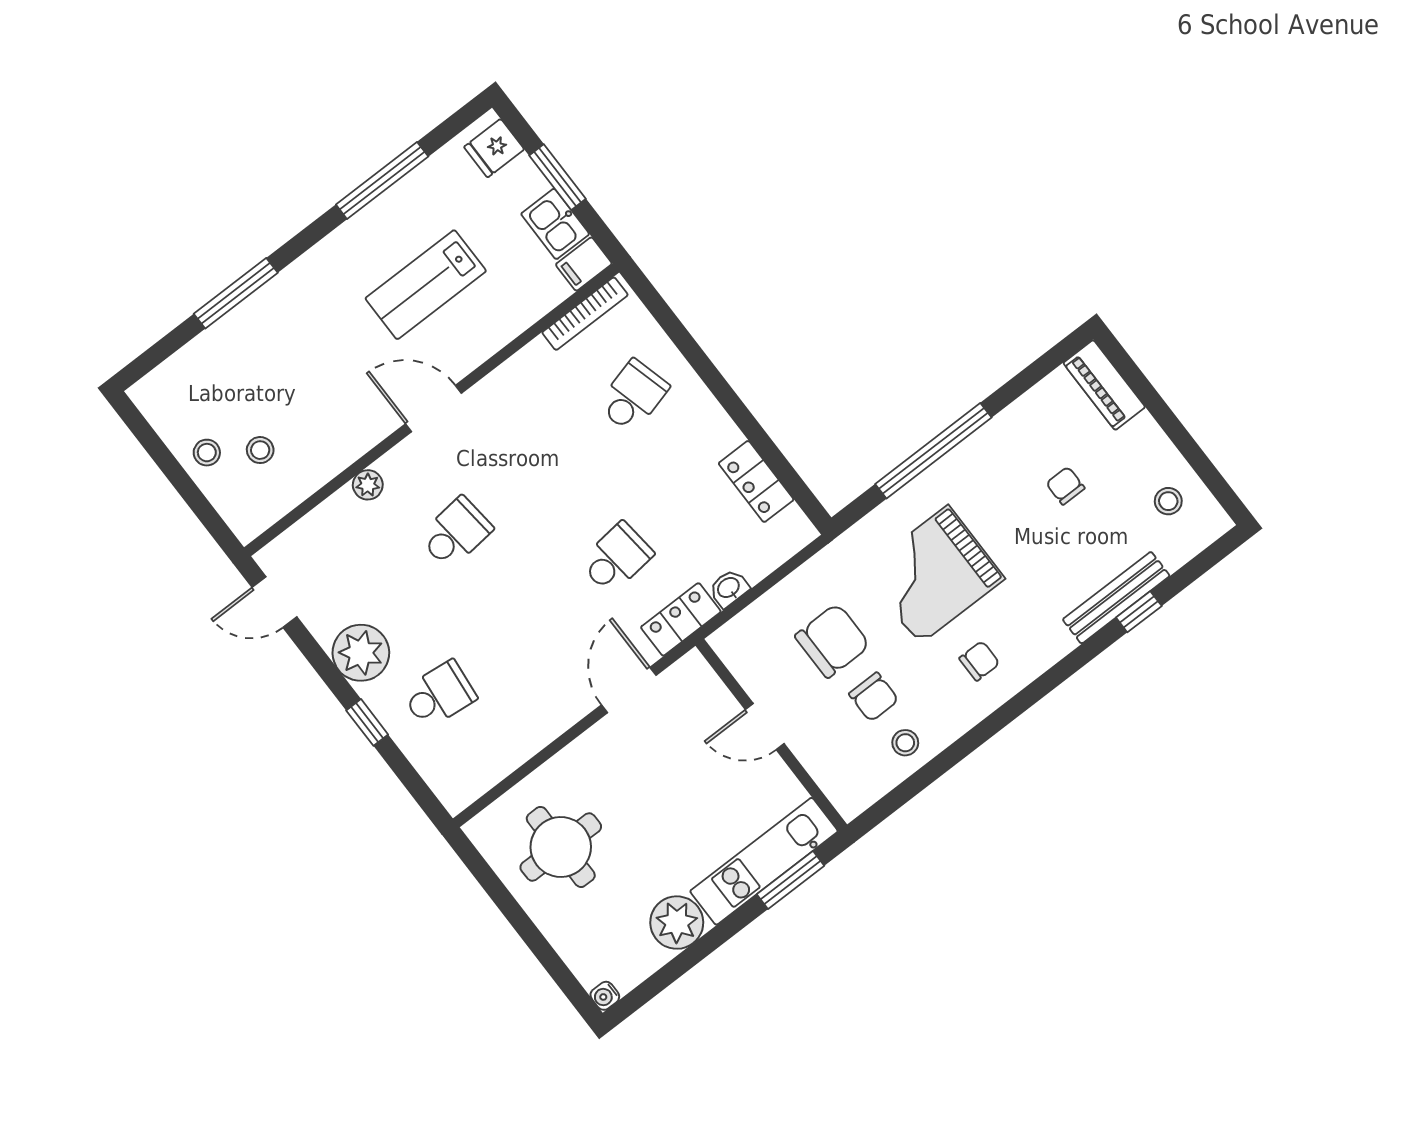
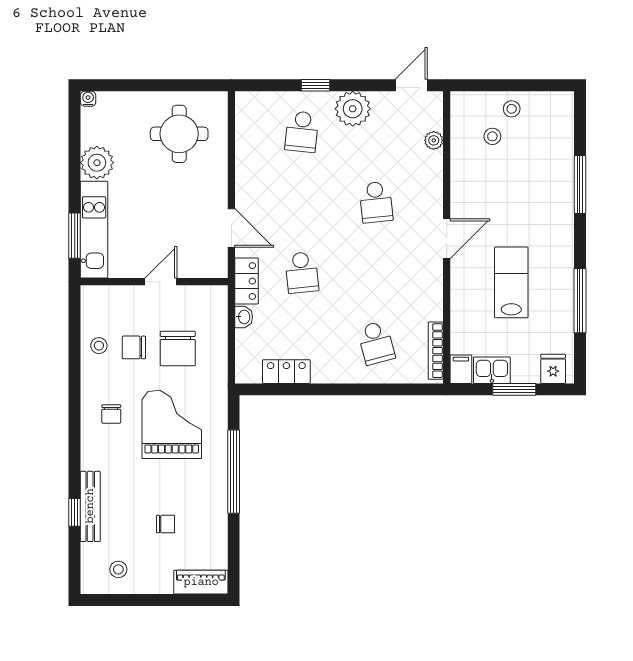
plant: (368, 485) -> (434, 140), moved

